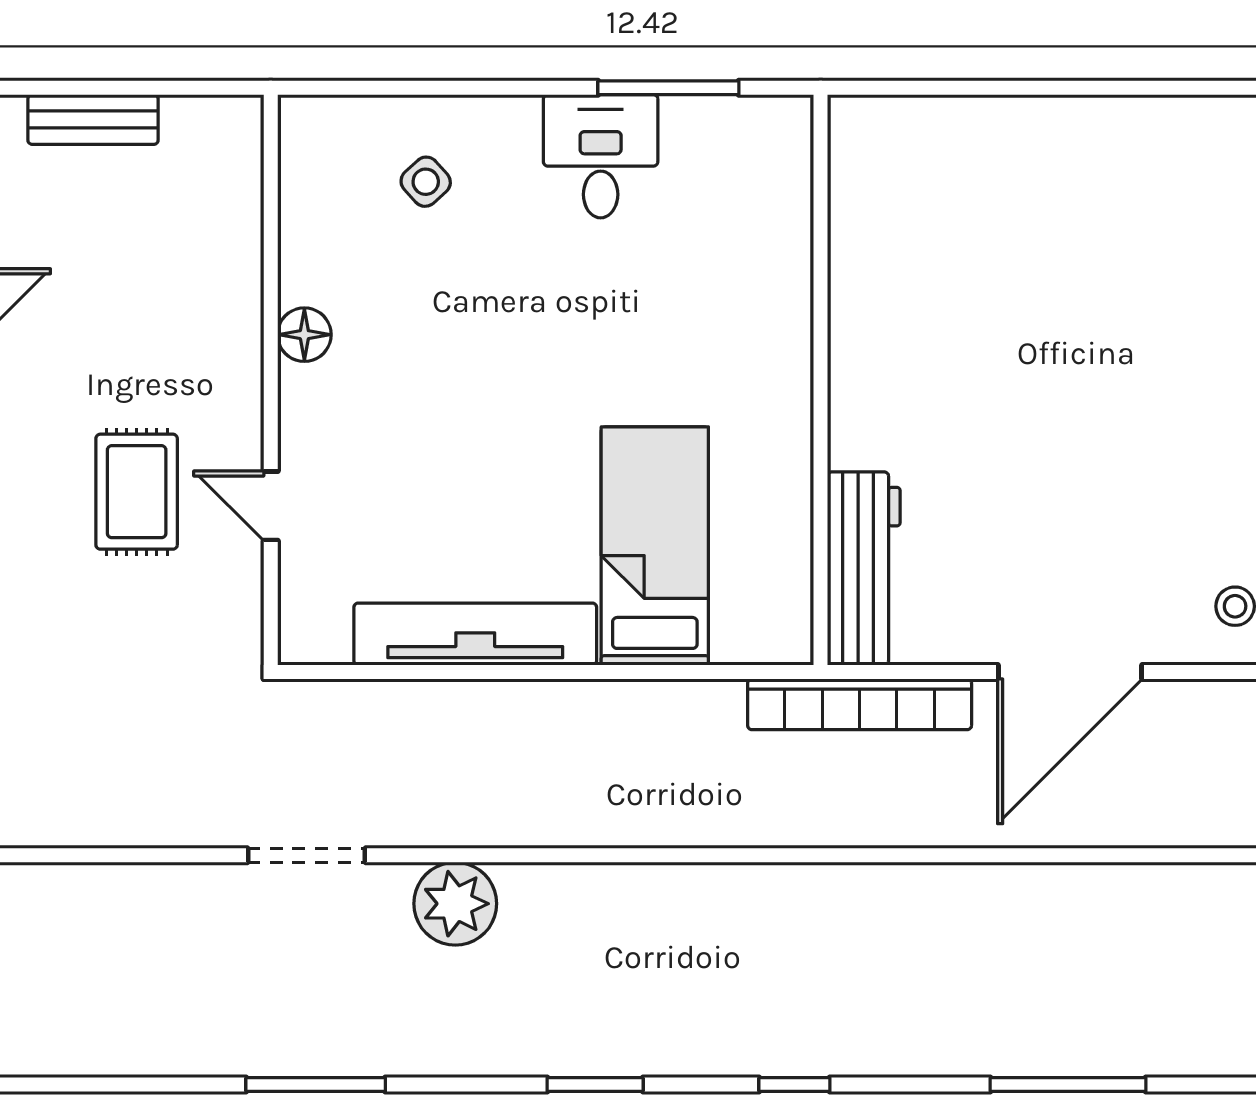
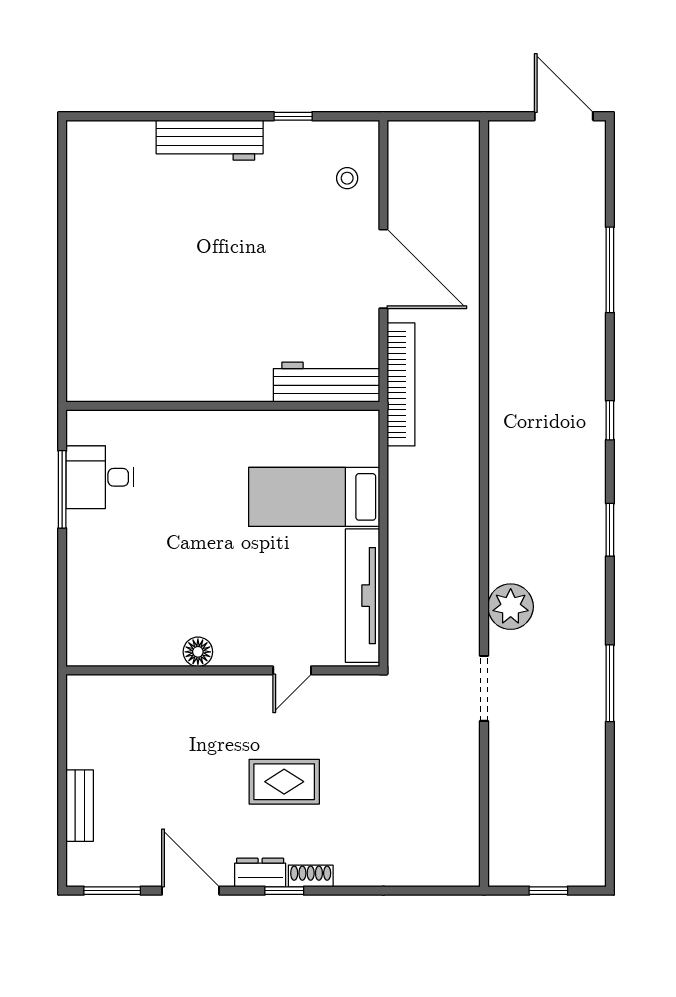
desk: (601, 156) -> (100, 477), moved
side table: (426, 182) -> (114, 623), removed
floor lamp: (304, 335) -> (198, 652), moved
wall: (271, 380) -> (223, 670), moved
door: (271, 506) -> (292, 670), moved

